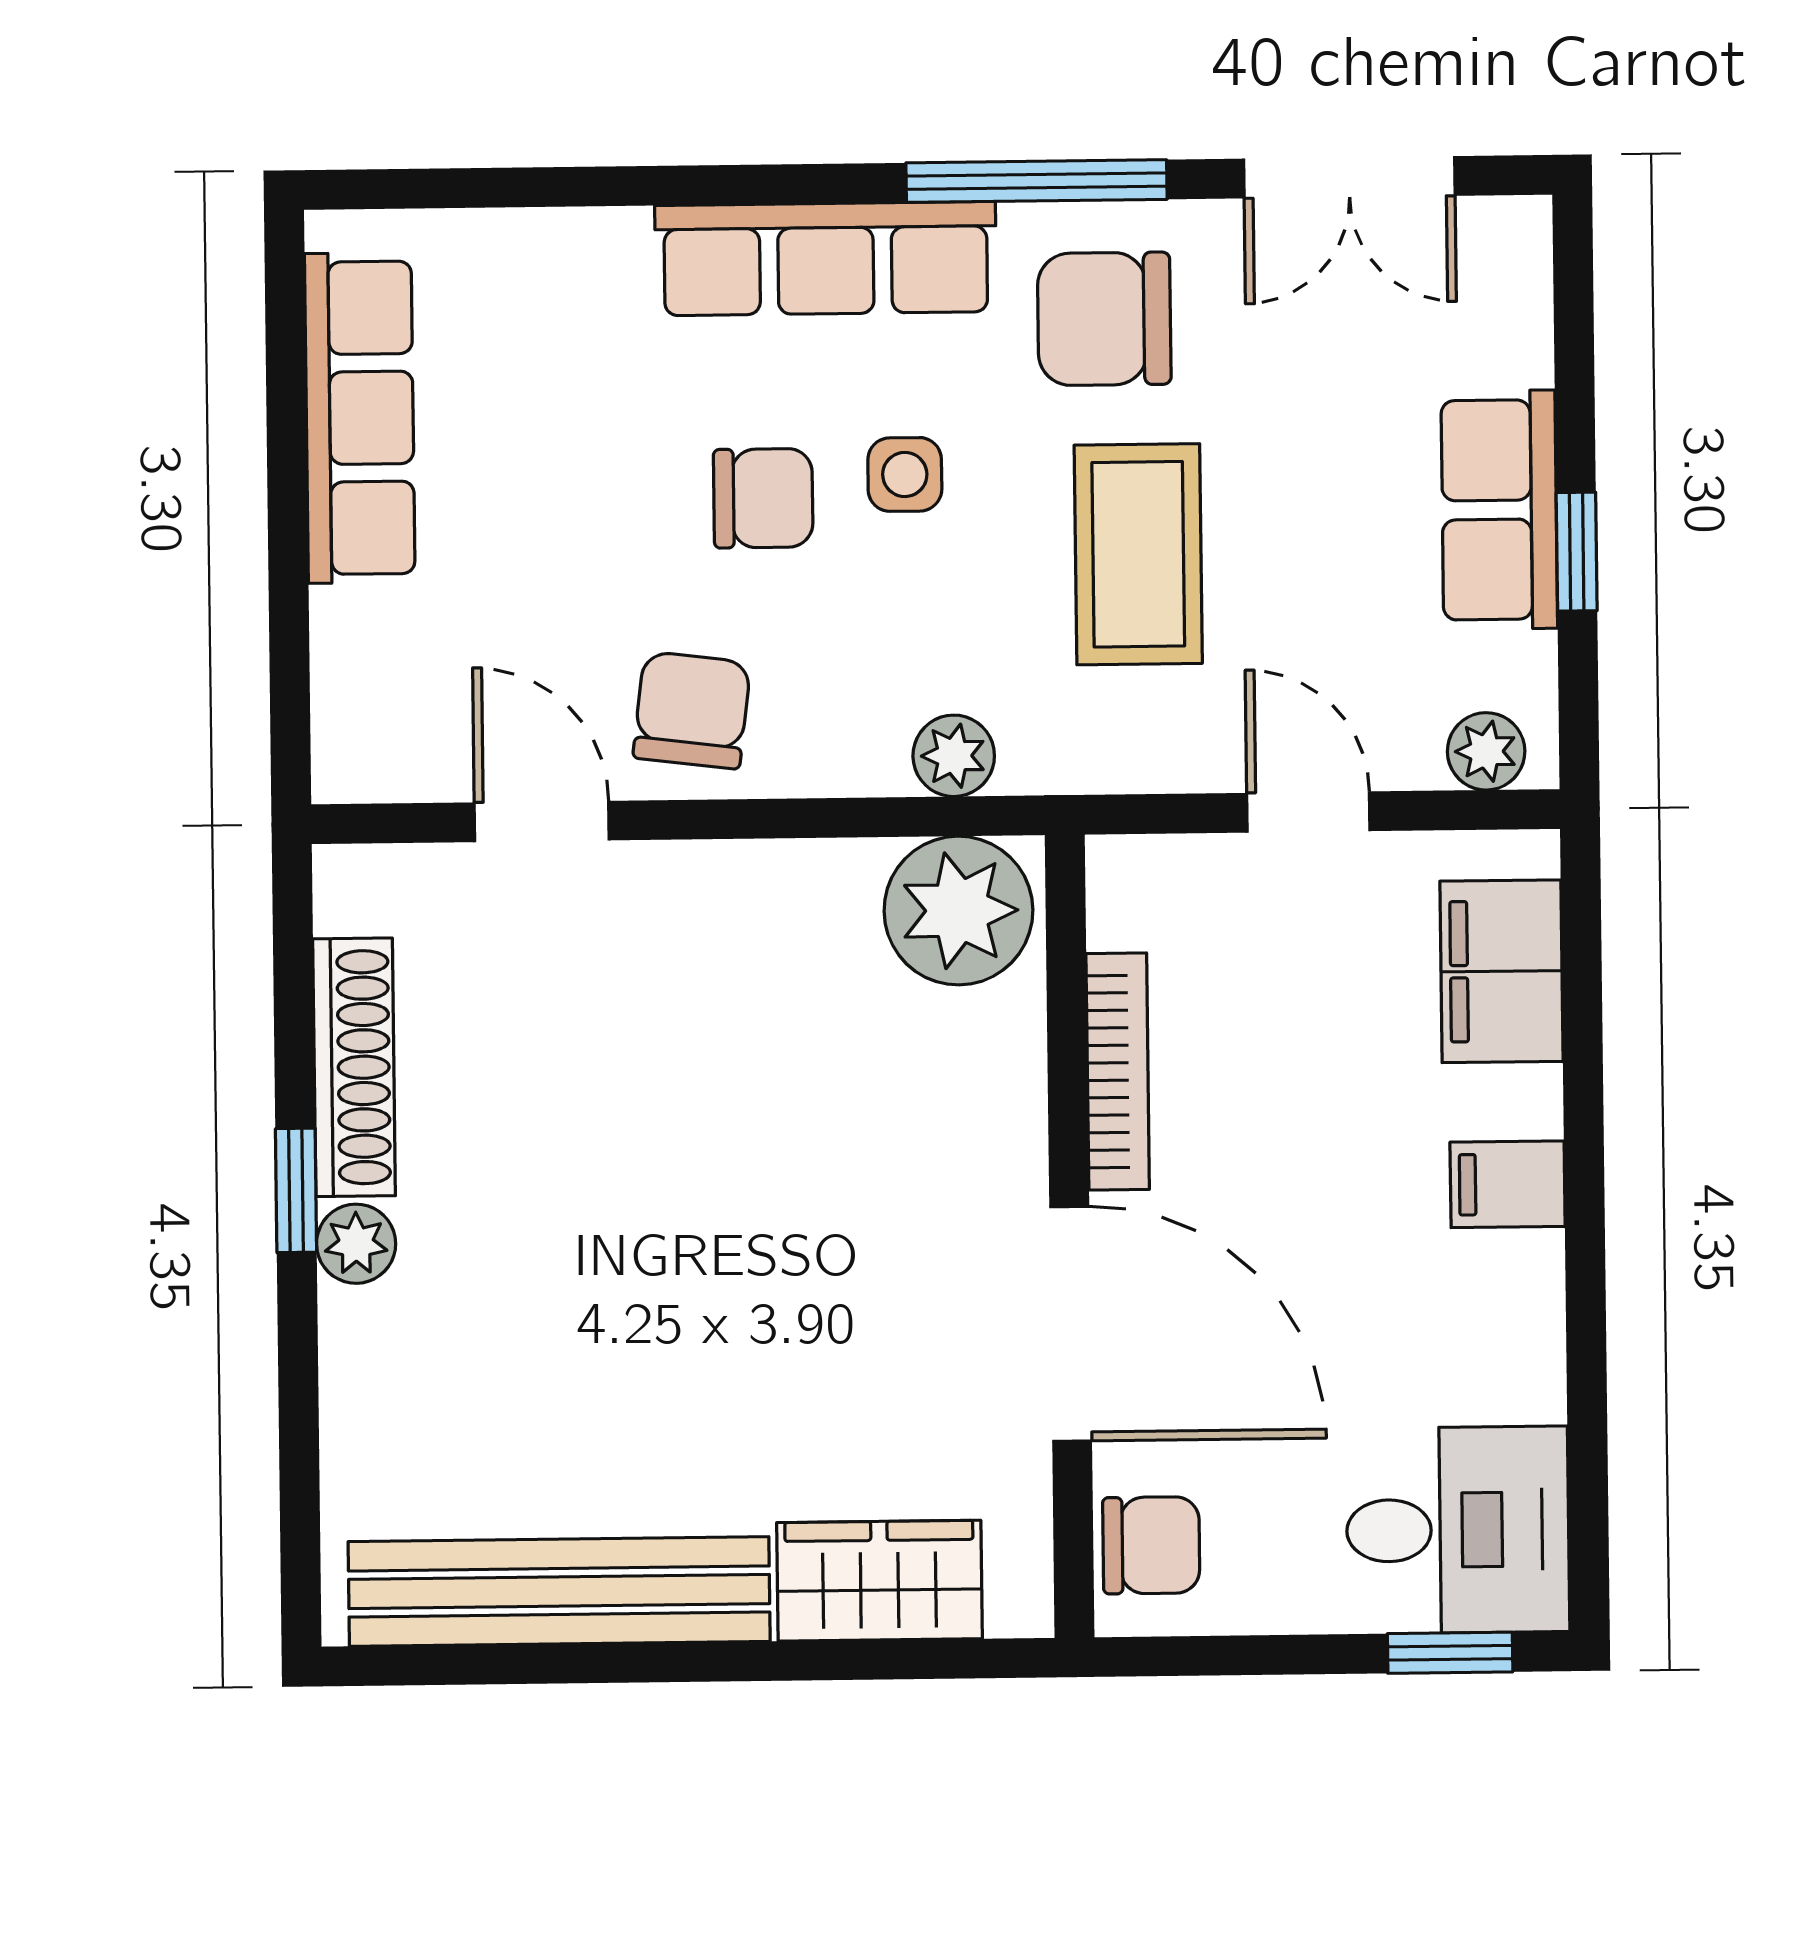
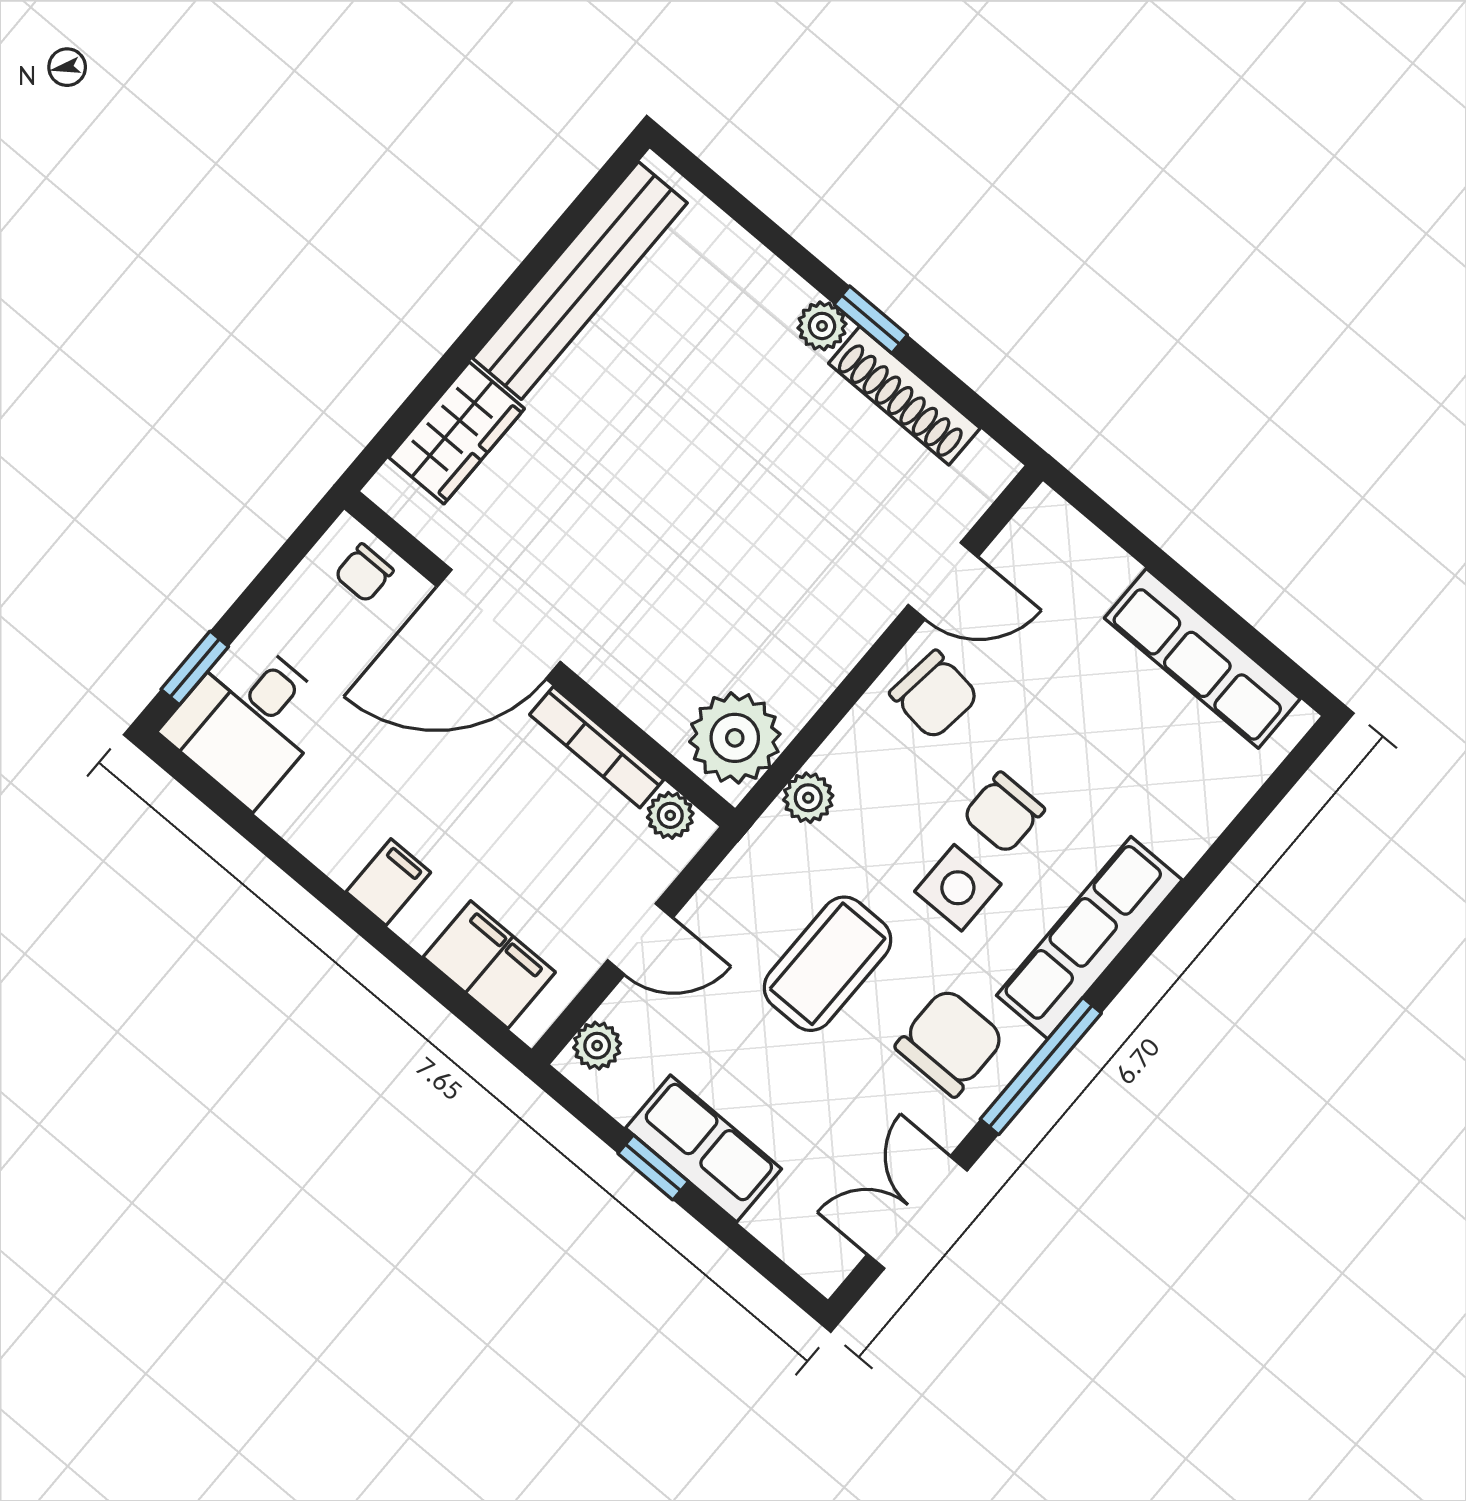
side table: (905, 474) -> (958, 888), width x1.37, depth x1.37
coffee table: (1138, 554) -> (828, 964), turned 90
plant: (1123, 907) -> (670, 815), added
chair: (1151, 1545) -> (364, 573), width x0.73, depth x0.73

